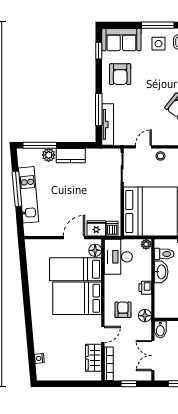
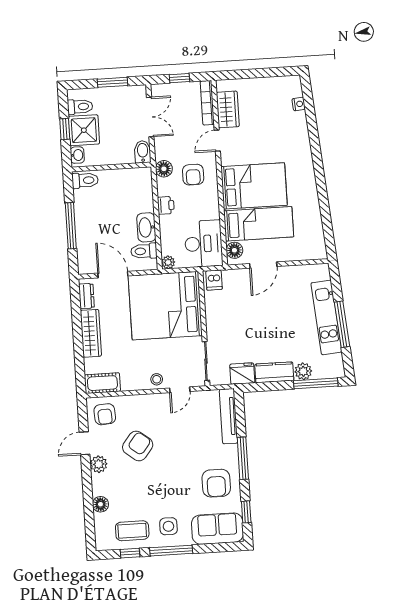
armchair: (120, 74) -> (216, 483), turned 180
window: (99, 110) -> (243, 458), moved
fridge: (96, 228) -> (242, 374), moved, turned 180

